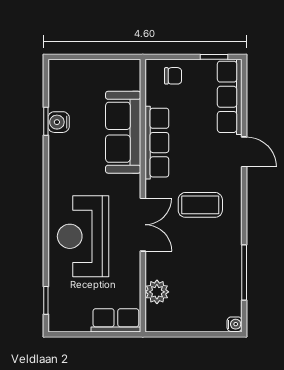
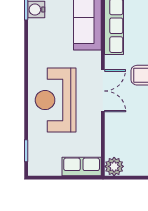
plant: (157, 292) -> (114, 166), moved

